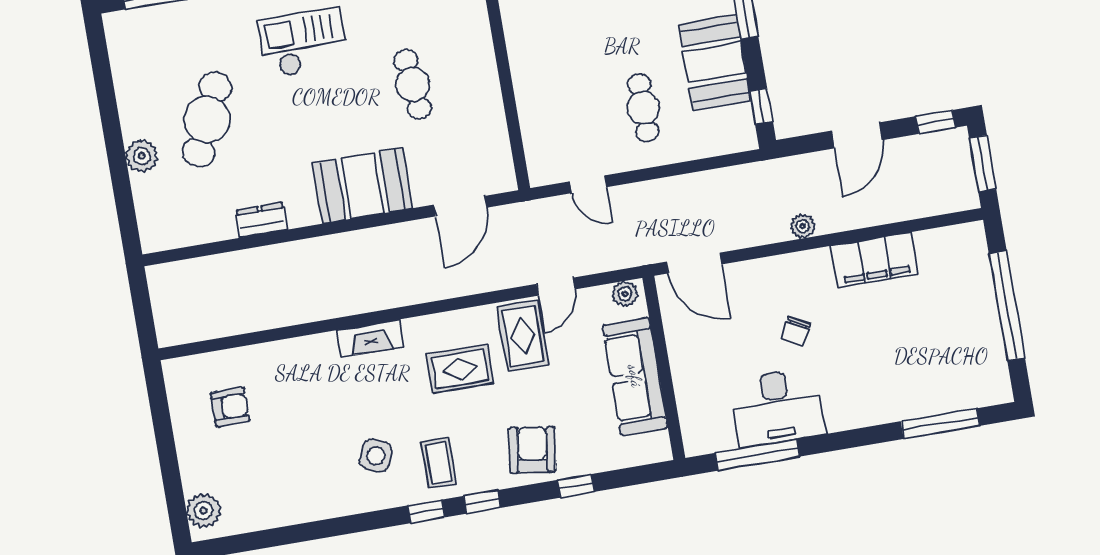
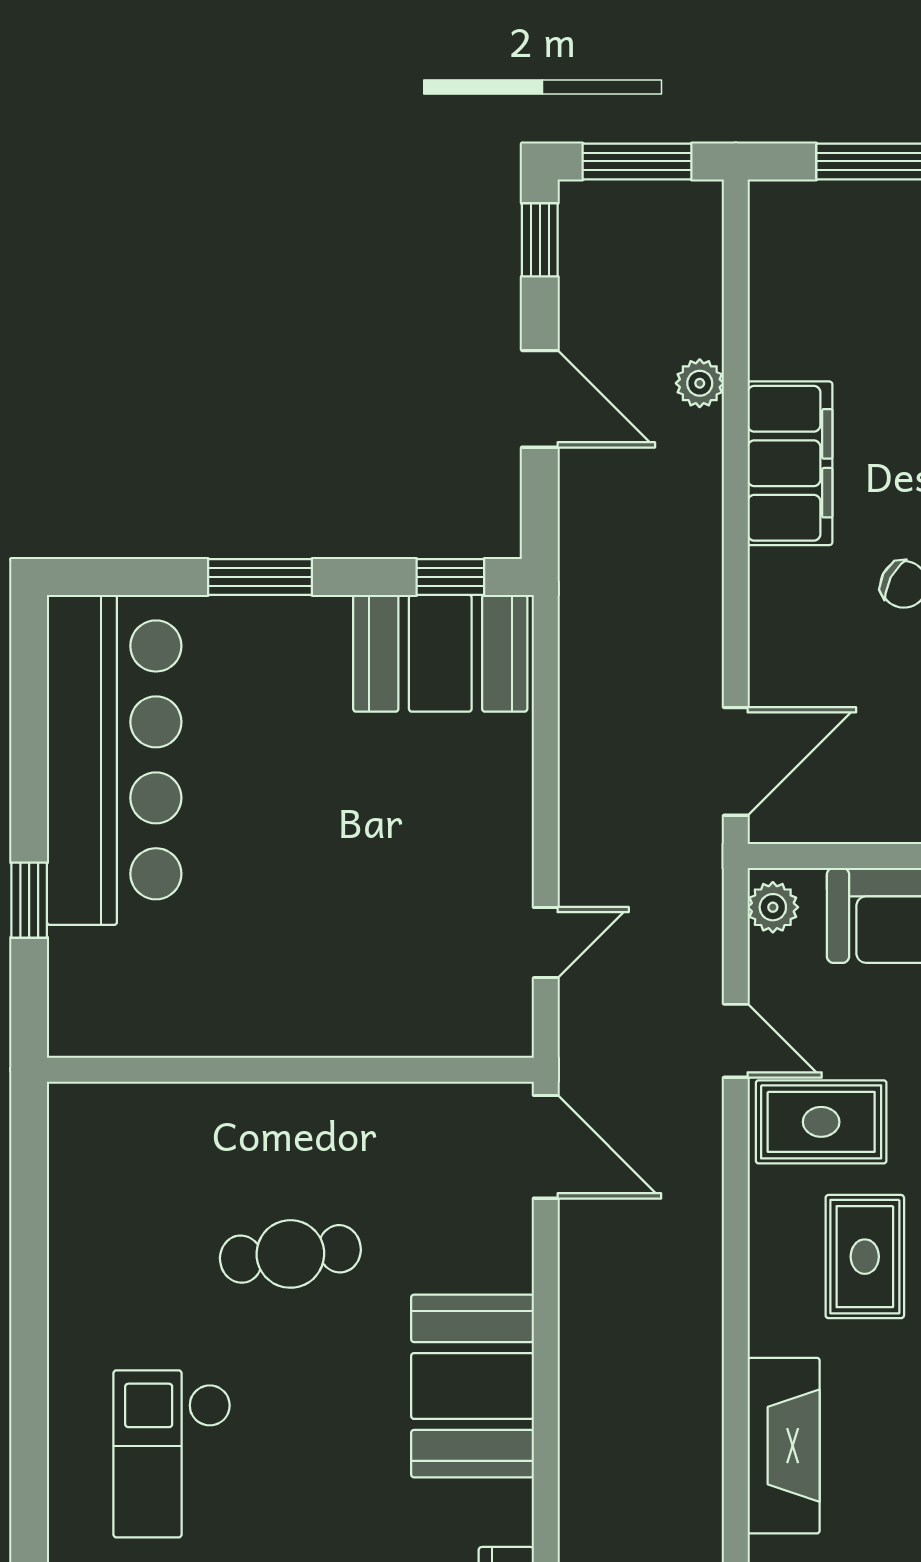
booth: (715, 62) -> (440, 653), moved
cafe table: (643, 108) -> (414, 809), removed
door: (460, 206) -> (546, 1147), moved
plant: (803, 226) -> (700, 383), moved
filing cabinet: (875, 260) -> (790, 463), moved
fireplace: (370, 338) -> (784, 1446), width x1.37, depth x1.32

